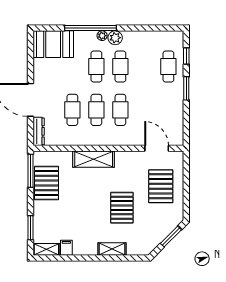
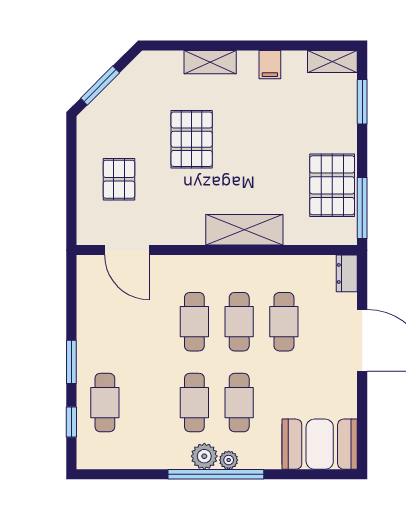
window: (90, 28) -> (216, 474), moved
dresser: (39, 131) -> (347, 273), width x0.70
pallet: (161, 186) -> (119, 179), width x0.67, depth x0.71
filing cabinet: (66, 248) -> (270, 65), moved

